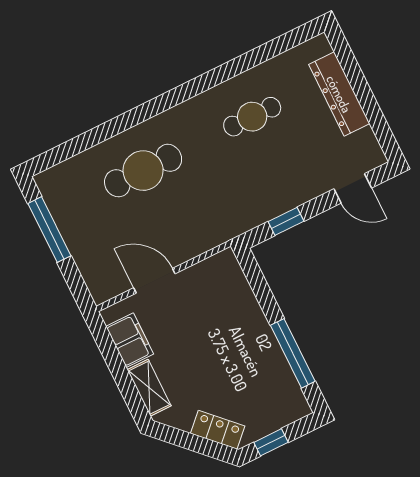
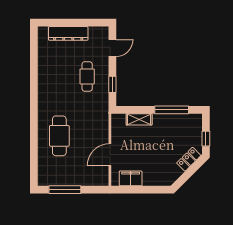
cafe table: (252, 117) -> (87, 76), moved
shelving: (149, 388) -> (139, 119), moved

